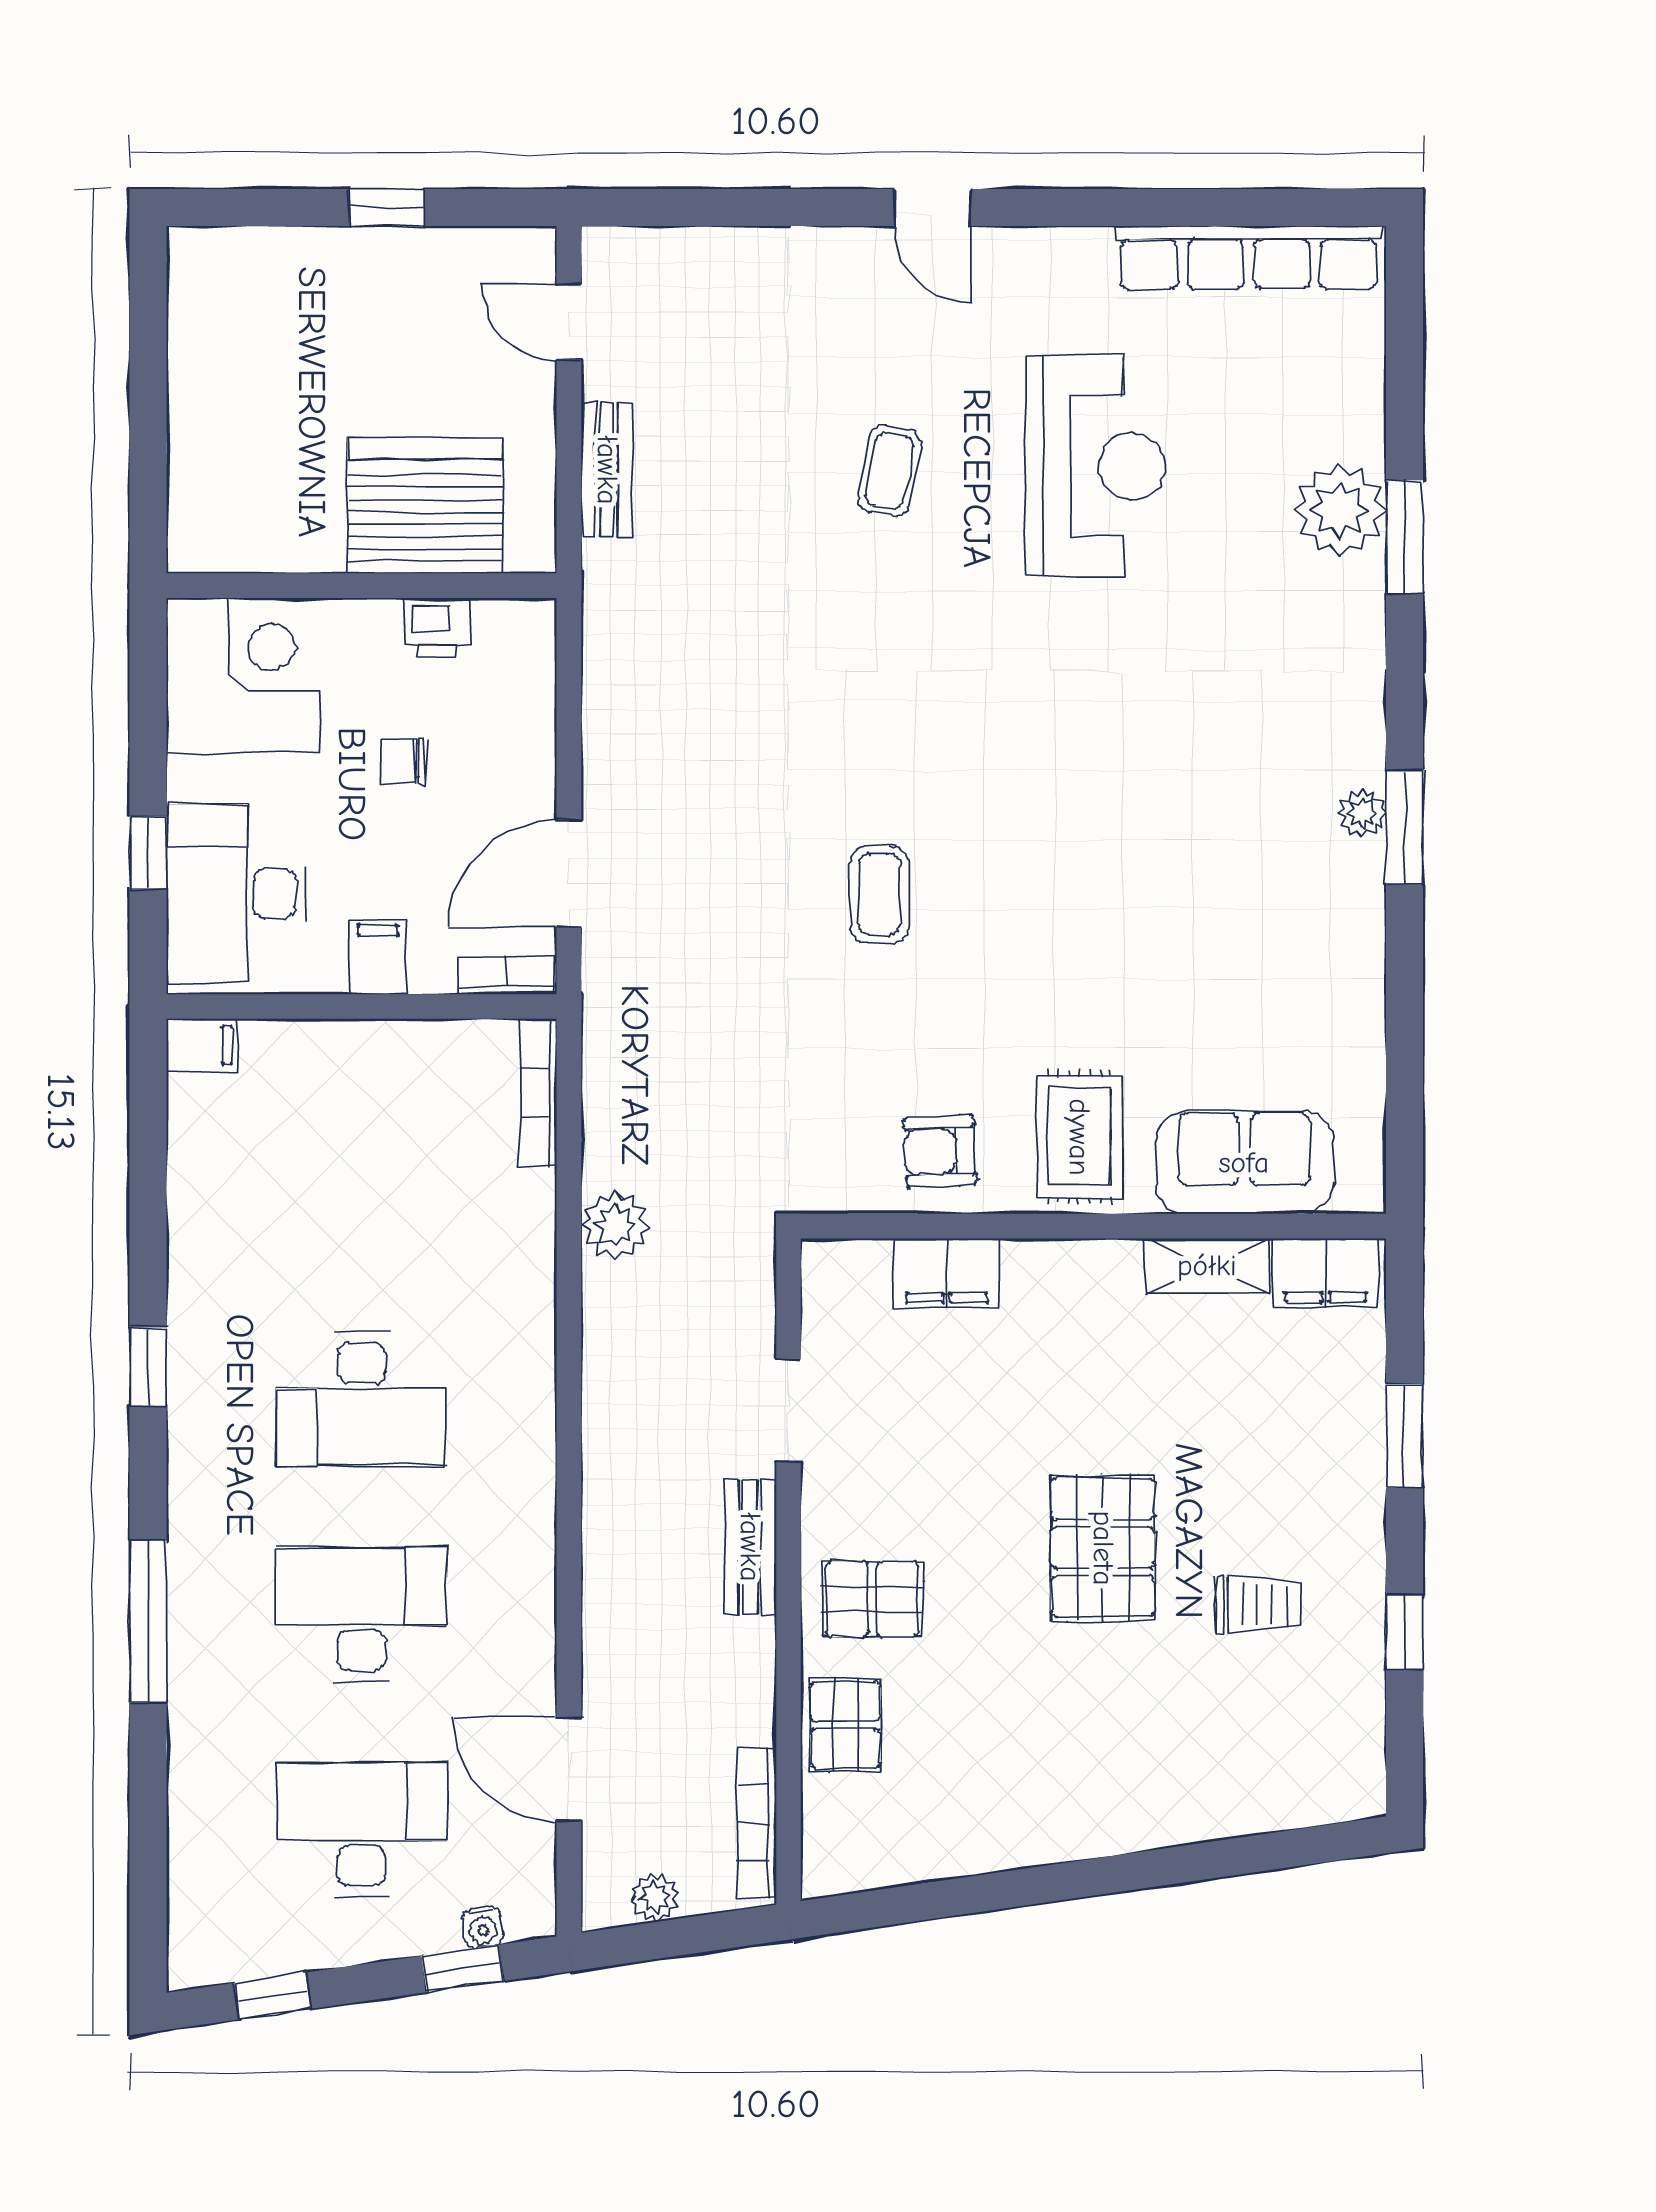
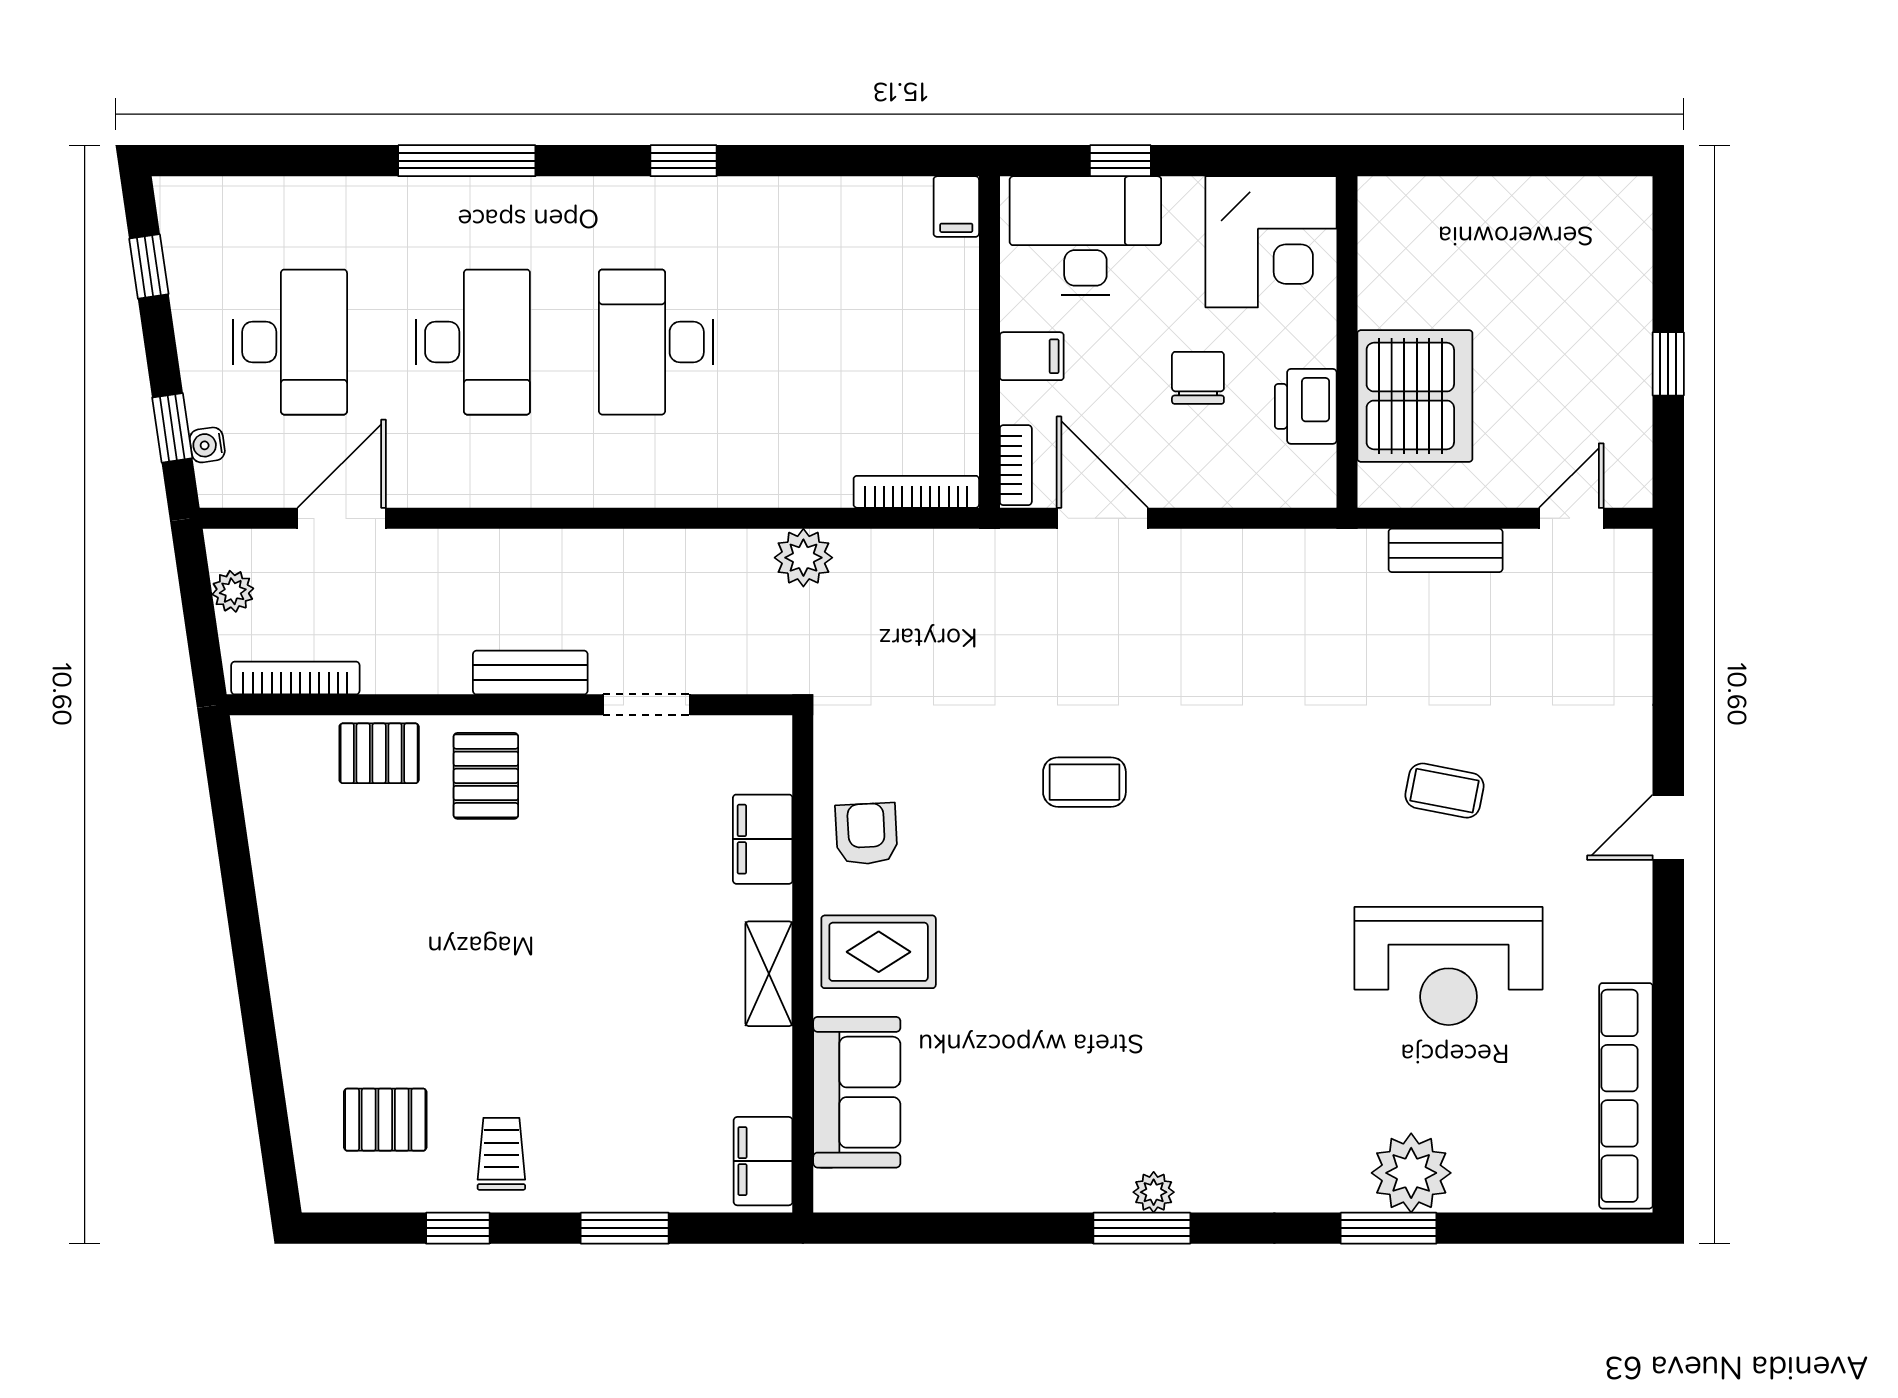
printer: (437, 627) -> (1306, 406), width x1.36, depth x1.24
chair: (404, 761) -> (1198, 378), width x1.37, depth x1.37
shelving: (1207, 1266) -> (769, 974), moved
pallet: (1103, 1548) -> (385, 1120), moved, width x0.67, depth x0.71
trolley: (1259, 1605) -> (501, 1154), moved, turned 180

